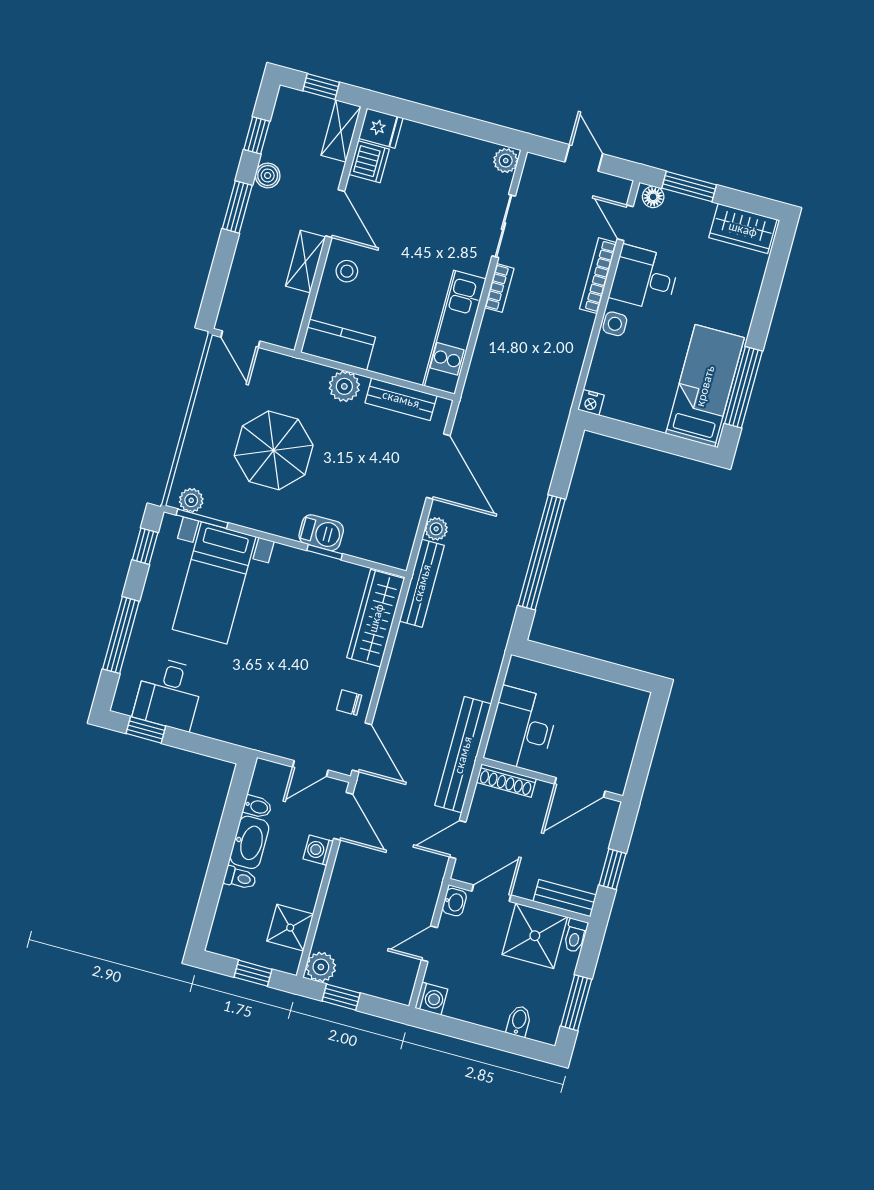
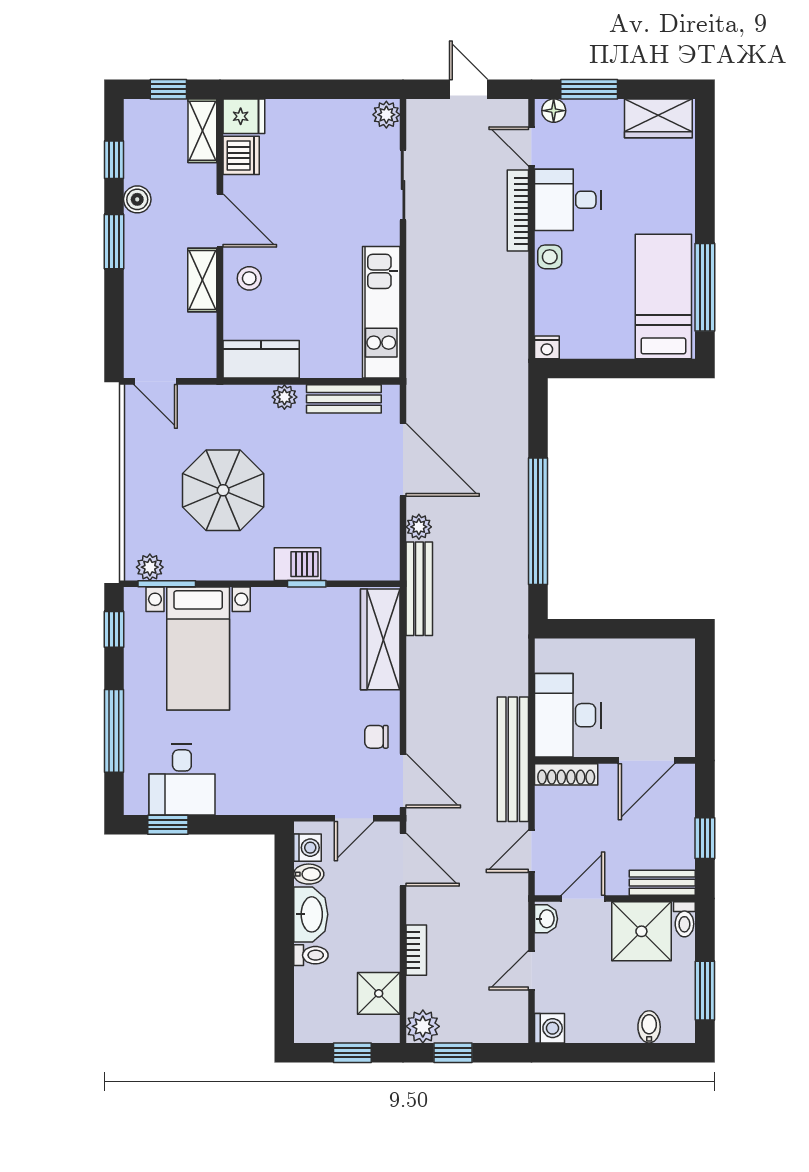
bookcase: (499, 288) -> (416, 950), moved
plant: (344, 386) -> (284, 397), width x0.73, depth x0.73
washing machine: (318, 850) -> (308, 848), moved, turned 180

